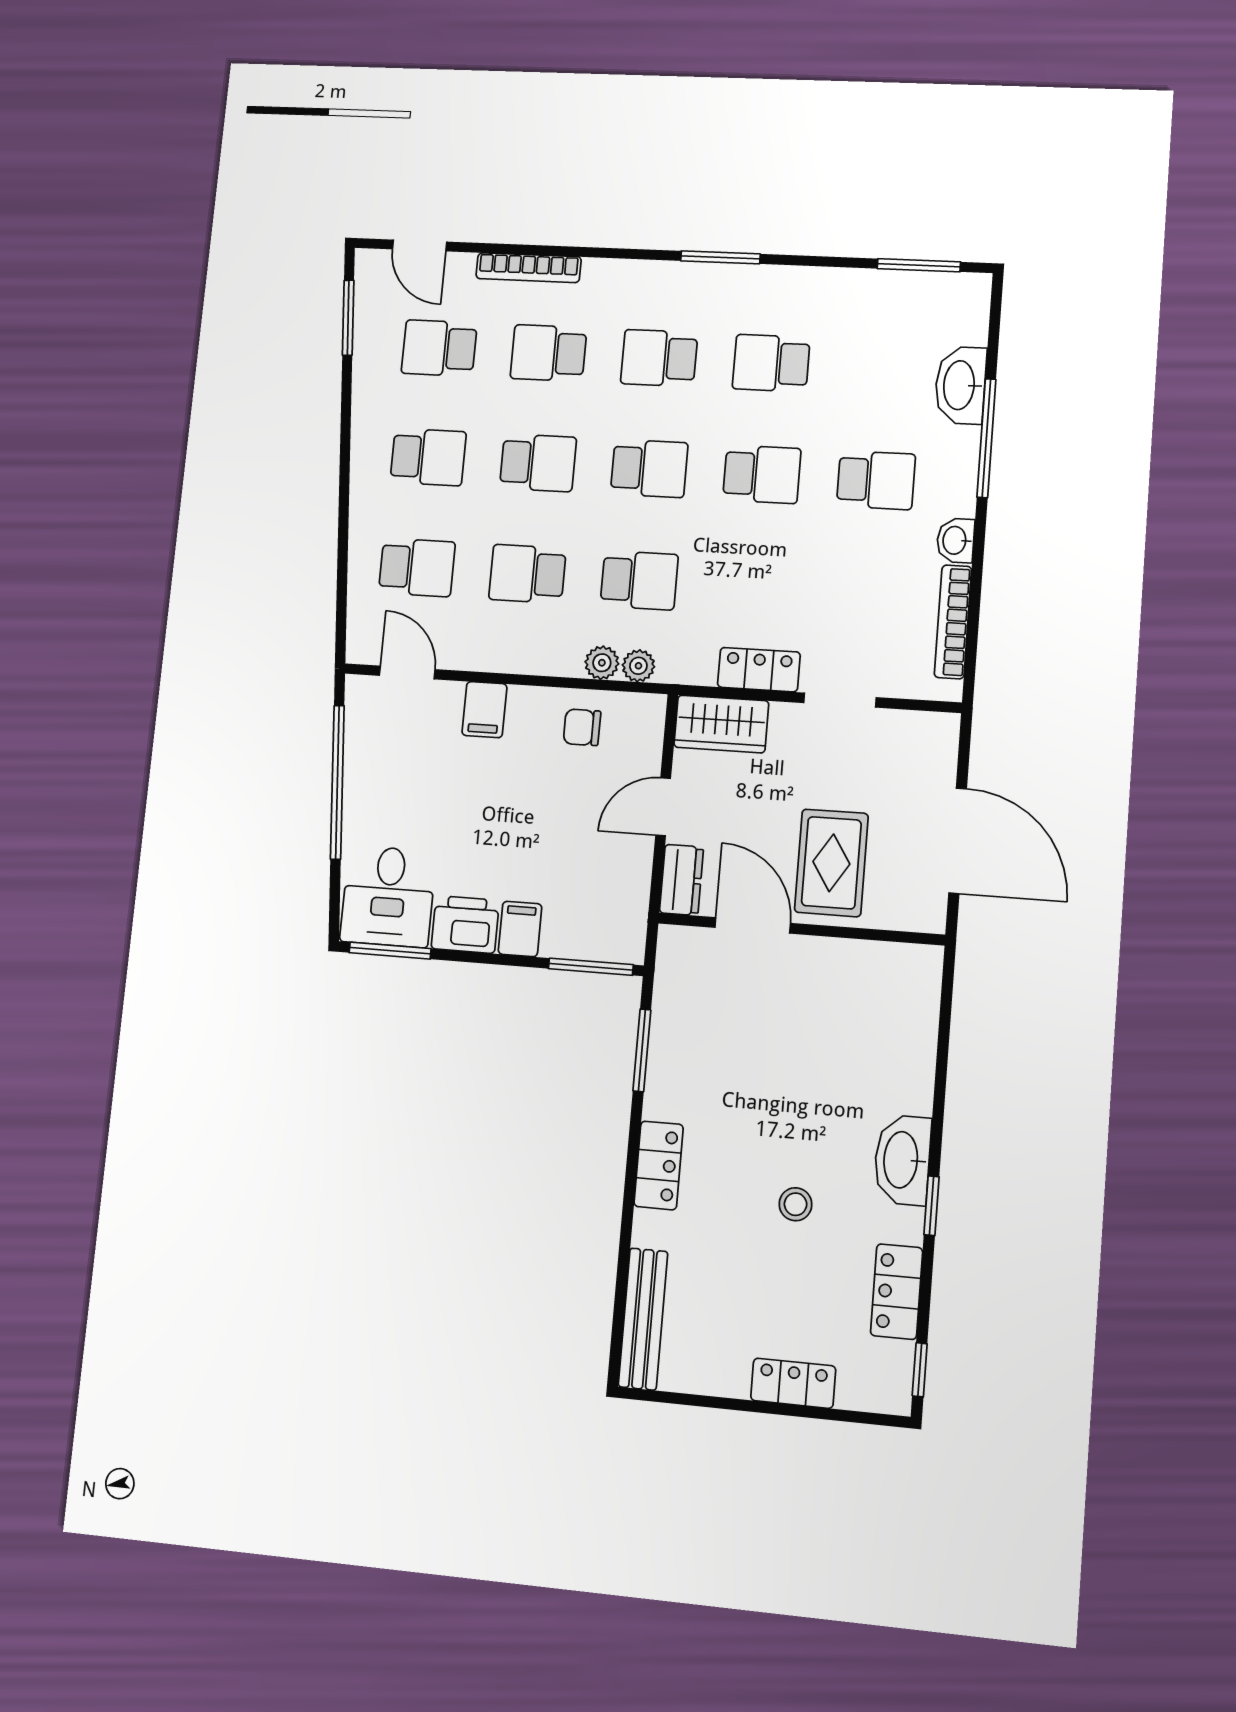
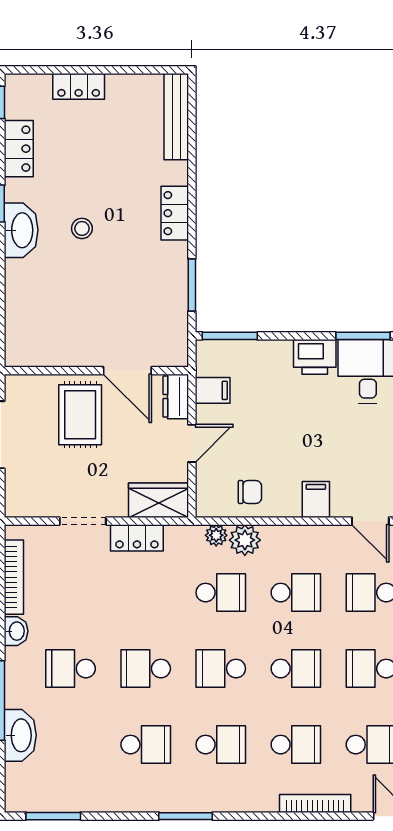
school desk: (538, 463) -> (296, 669), turned 180
school desk: (639, 580) -> (221, 593), turned 180
plant: (602, 663) -> (245, 540), width x1.38, depth x1.38
filing cabinet: (520, 929) -> (213, 390), moved, turned -90
stool: (796, 1204) -> (82, 228), moved

